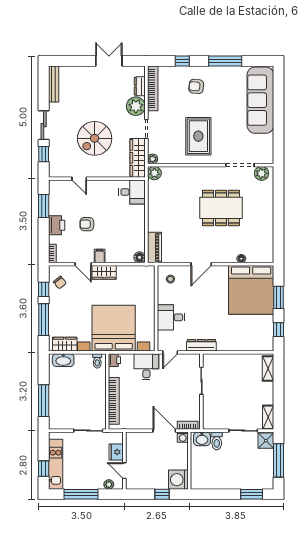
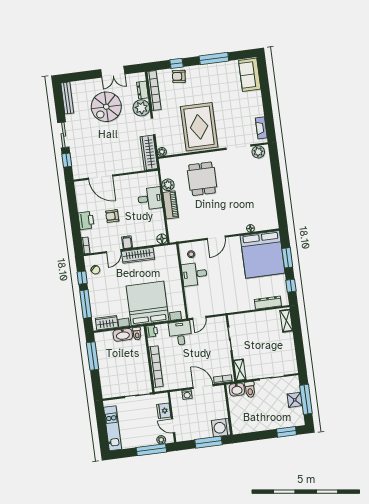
double door: (109, 61) -> (113, 72), swing flipped
armchair: (196, 86) -> (179, 76), moved
sofa: (260, 100) -> (250, 75), width x0.54, depth x0.79
rug: (198, 136) -> (199, 127), width x1.37, depth x1.44
spiral stairs: (95, 138) -> (106, 107), moved
fireplace: (268, 147) -> (261, 128), added
plant: (154, 173) -> (168, 185), moved
door: (79, 179) -> (100, 177), width x1.88
desk: (132, 192) -> (150, 199), moved
window: (44, 206) -> (73, 205), removed
dining table: (221, 208) -> (202, 179), moved, width x0.73
piano: (155, 248) -> (171, 205), moved
door: (83, 264) -> (114, 251), hinge flipped
wardrobe: (104, 272) -> (138, 255), width x1.50
desk: (171, 317) -> (194, 274), moved
dresser: (201, 345) -> (268, 303), moved
washbasin: (63, 360) -> (123, 335), moved
window: (44, 401) -> (92, 356), moved
shelving: (268, 417) -> (240, 370), moved
washing machine: (183, 437) -> (187, 394), moved
shower: (266, 441) -> (295, 400), moved
window: (44, 469) -> (103, 433), removed
window: (81, 494) -> (151, 450), moved
window: (162, 494) -> (208, 442), width x2.17

